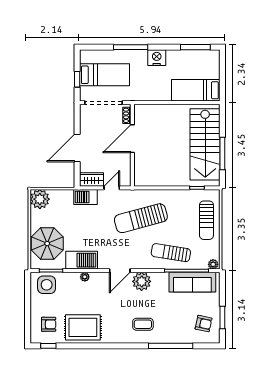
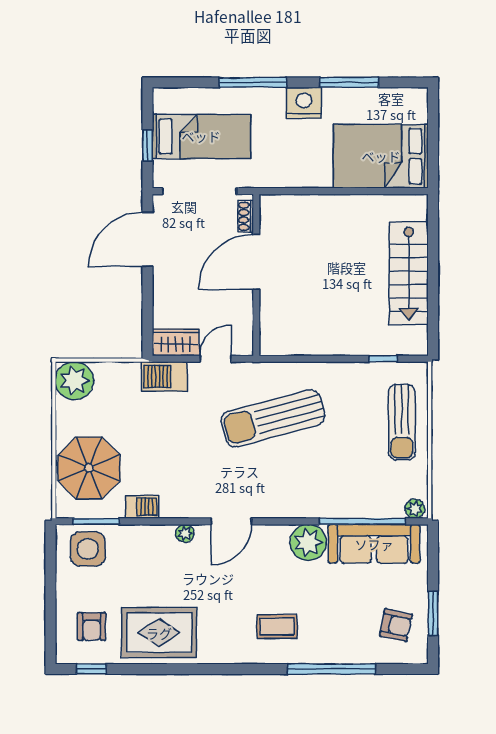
window: (195, 47) -> (349, 82), moved
bed: (196, 90) -> (381, 156), width x1.50
stairs: (205, 144) -> (409, 273), width x0.73, depth x0.66
door: (77, 148) -> (148, 239), moved
window: (222, 154) -> (433, 291), removed
sun lounger: (171, 253) -> (332, 486), removed
barbecue: (82, 260) -> (142, 507), width x0.53, depth x0.65
plant: (85, 277) -> (185, 533), moved
plant: (142, 281) -> (308, 542), moved
armchair: (49, 324) -> (92, 627), turned 90

